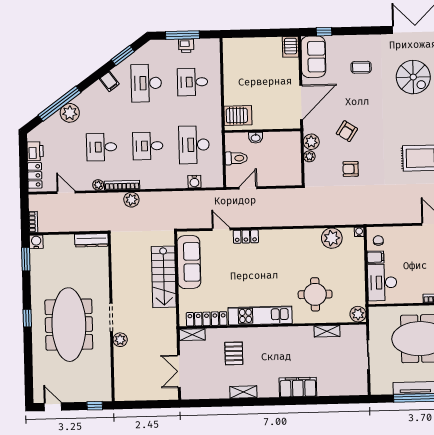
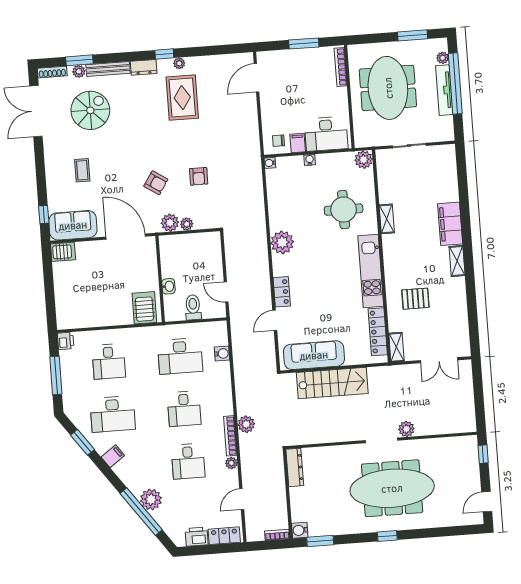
printer: (186, 46) -> (66, 341), moved
plant: (332, 238) -> (282, 242), moved
water cooler: (360, 267) -> (310, 160), added
shelving: (327, 331) -> (387, 219), moved
shelving: (243, 392) -> (457, 261), moved

